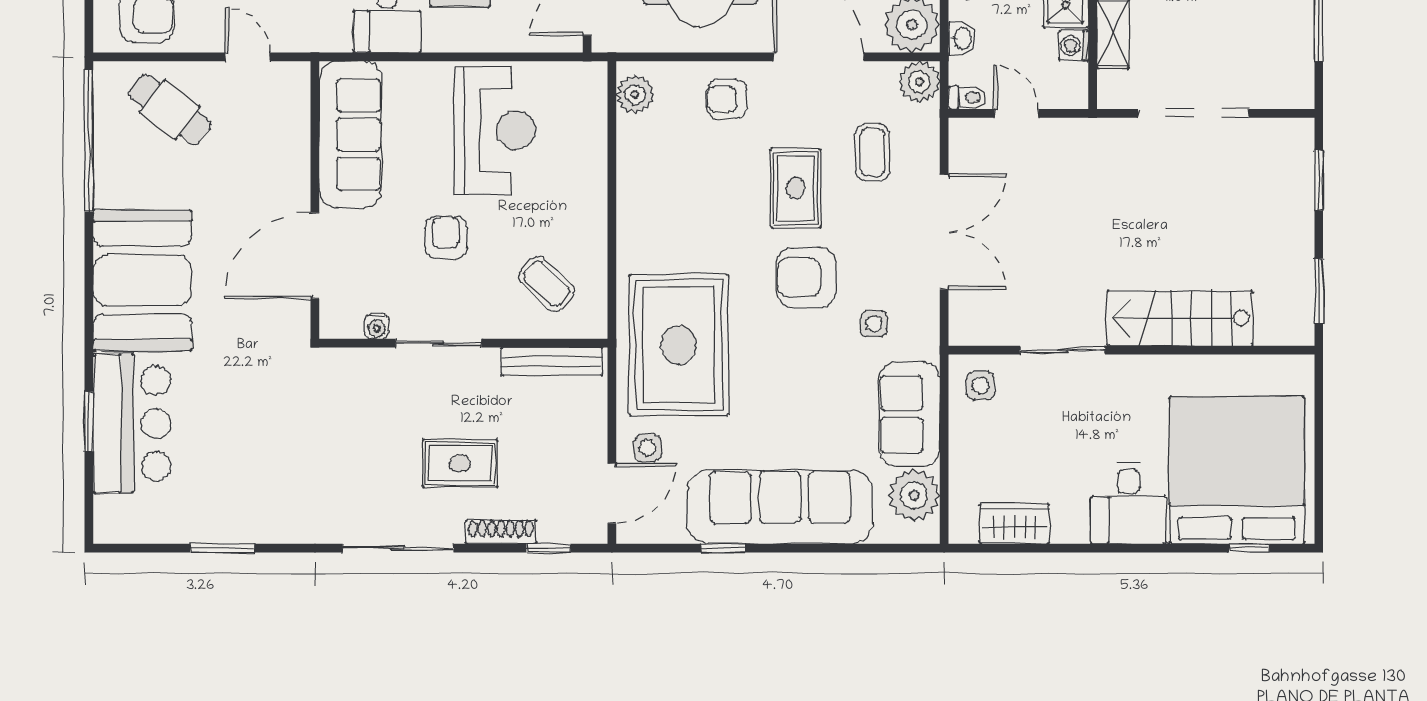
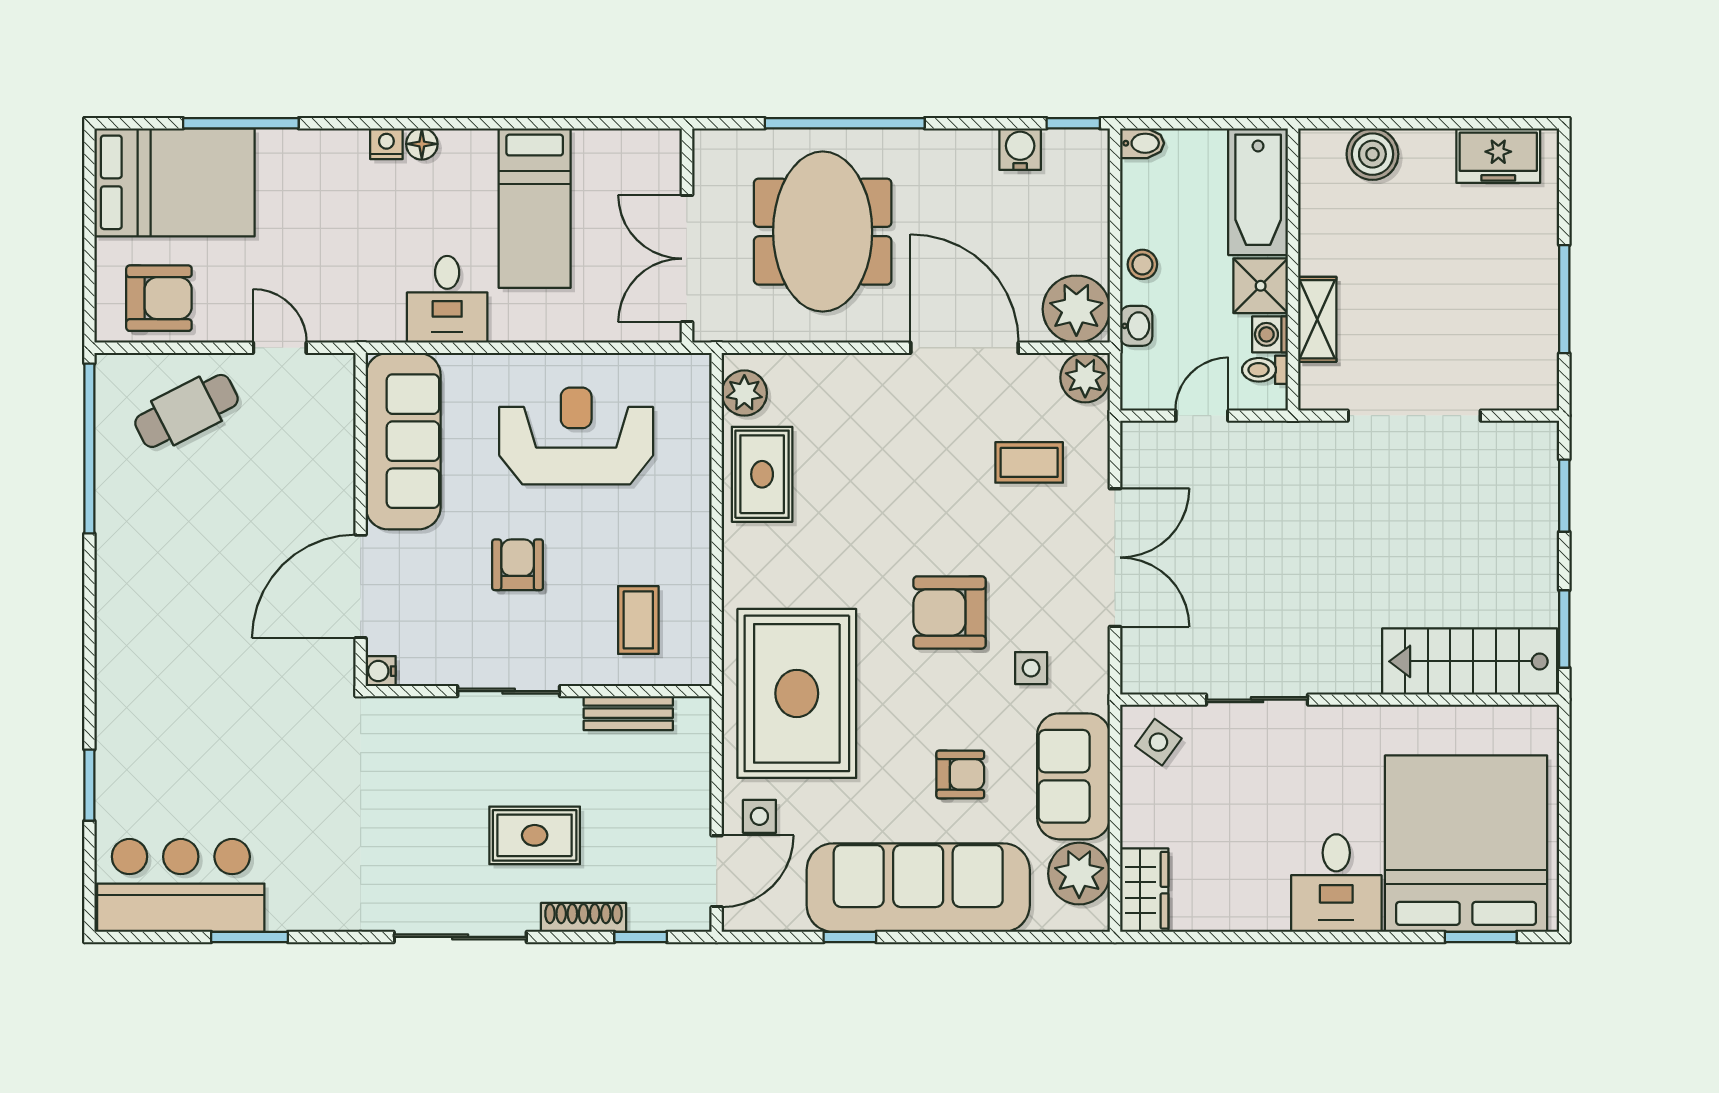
toilet: (967, 97) -> (1265, 370), moved, turned 180
armchair: (727, 99) -> (960, 774), moved, turned 180
cafe table: (170, 109) -> (186, 411), turned -64
door: (1017, 113) -> (1202, 416), hinge flipped
reception desk: (495, 130) -> (576, 436), turned -90
coffee table: (872, 152) -> (1029, 462), turned 90
rug: (796, 188) -> (762, 474), moved
booth: (142, 280) -> (154, 616), removed
coffee table: (547, 284) -> (638, 620), turned 47
stairs: (1180, 318) -> (1470, 661), moved
water cooler: (377, 326) -> (381, 671), moved, turned 90
bench: (552, 362) -> (628, 713), width x0.73
side table: (980, 386) -> (1158, 742), turned 36
bar counter: (132, 423) -> (181, 885), moved, turned -90
wardrobe: (1014, 524) -> (1144, 890), moved, turned 90
window: (1249, 548) -> (1481, 937), width x1.50

